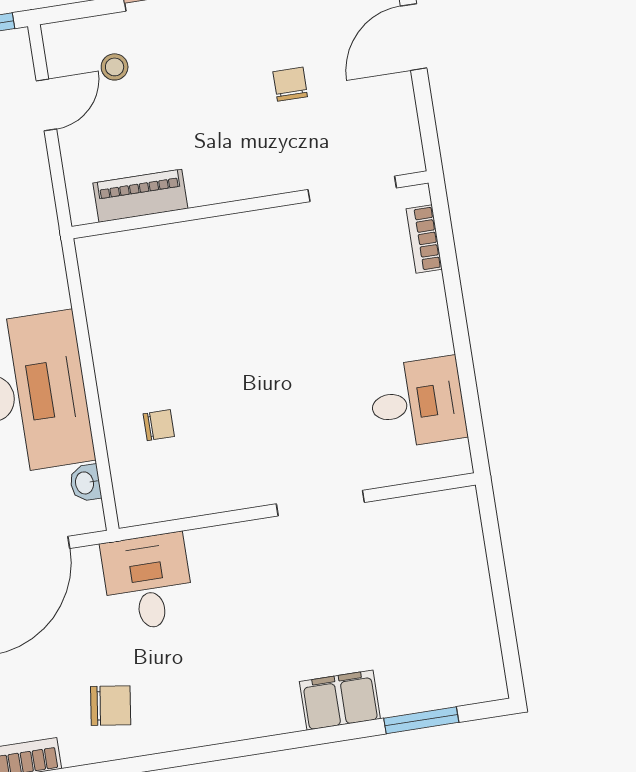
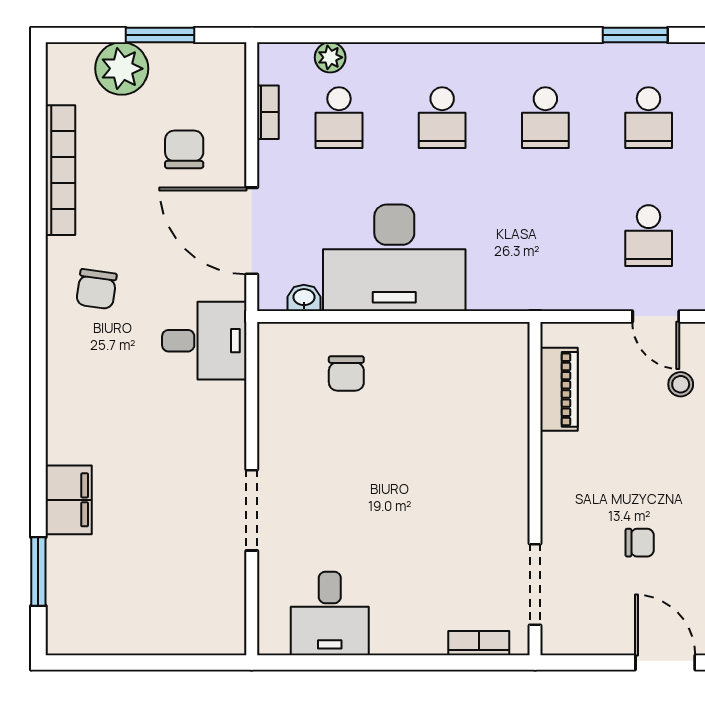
chair: (159, 425) -> (346, 373), width x1.37, depth x1.37

